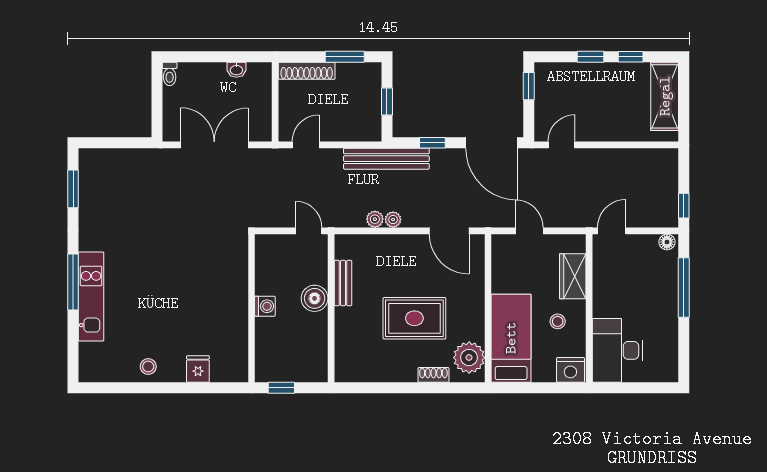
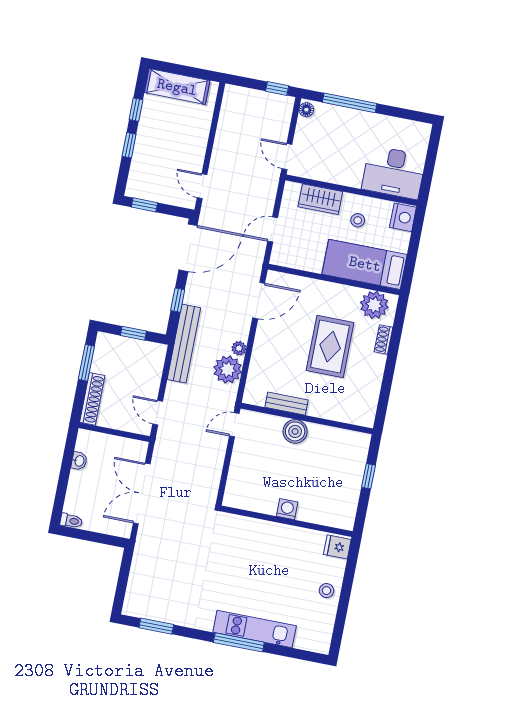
plant: (375, 219) -> (228, 370), width x1.87, depth x1.87
washing machine: (265, 306) -> (287, 509), moved
wall: (252, 308) -> (287, 521), moved

